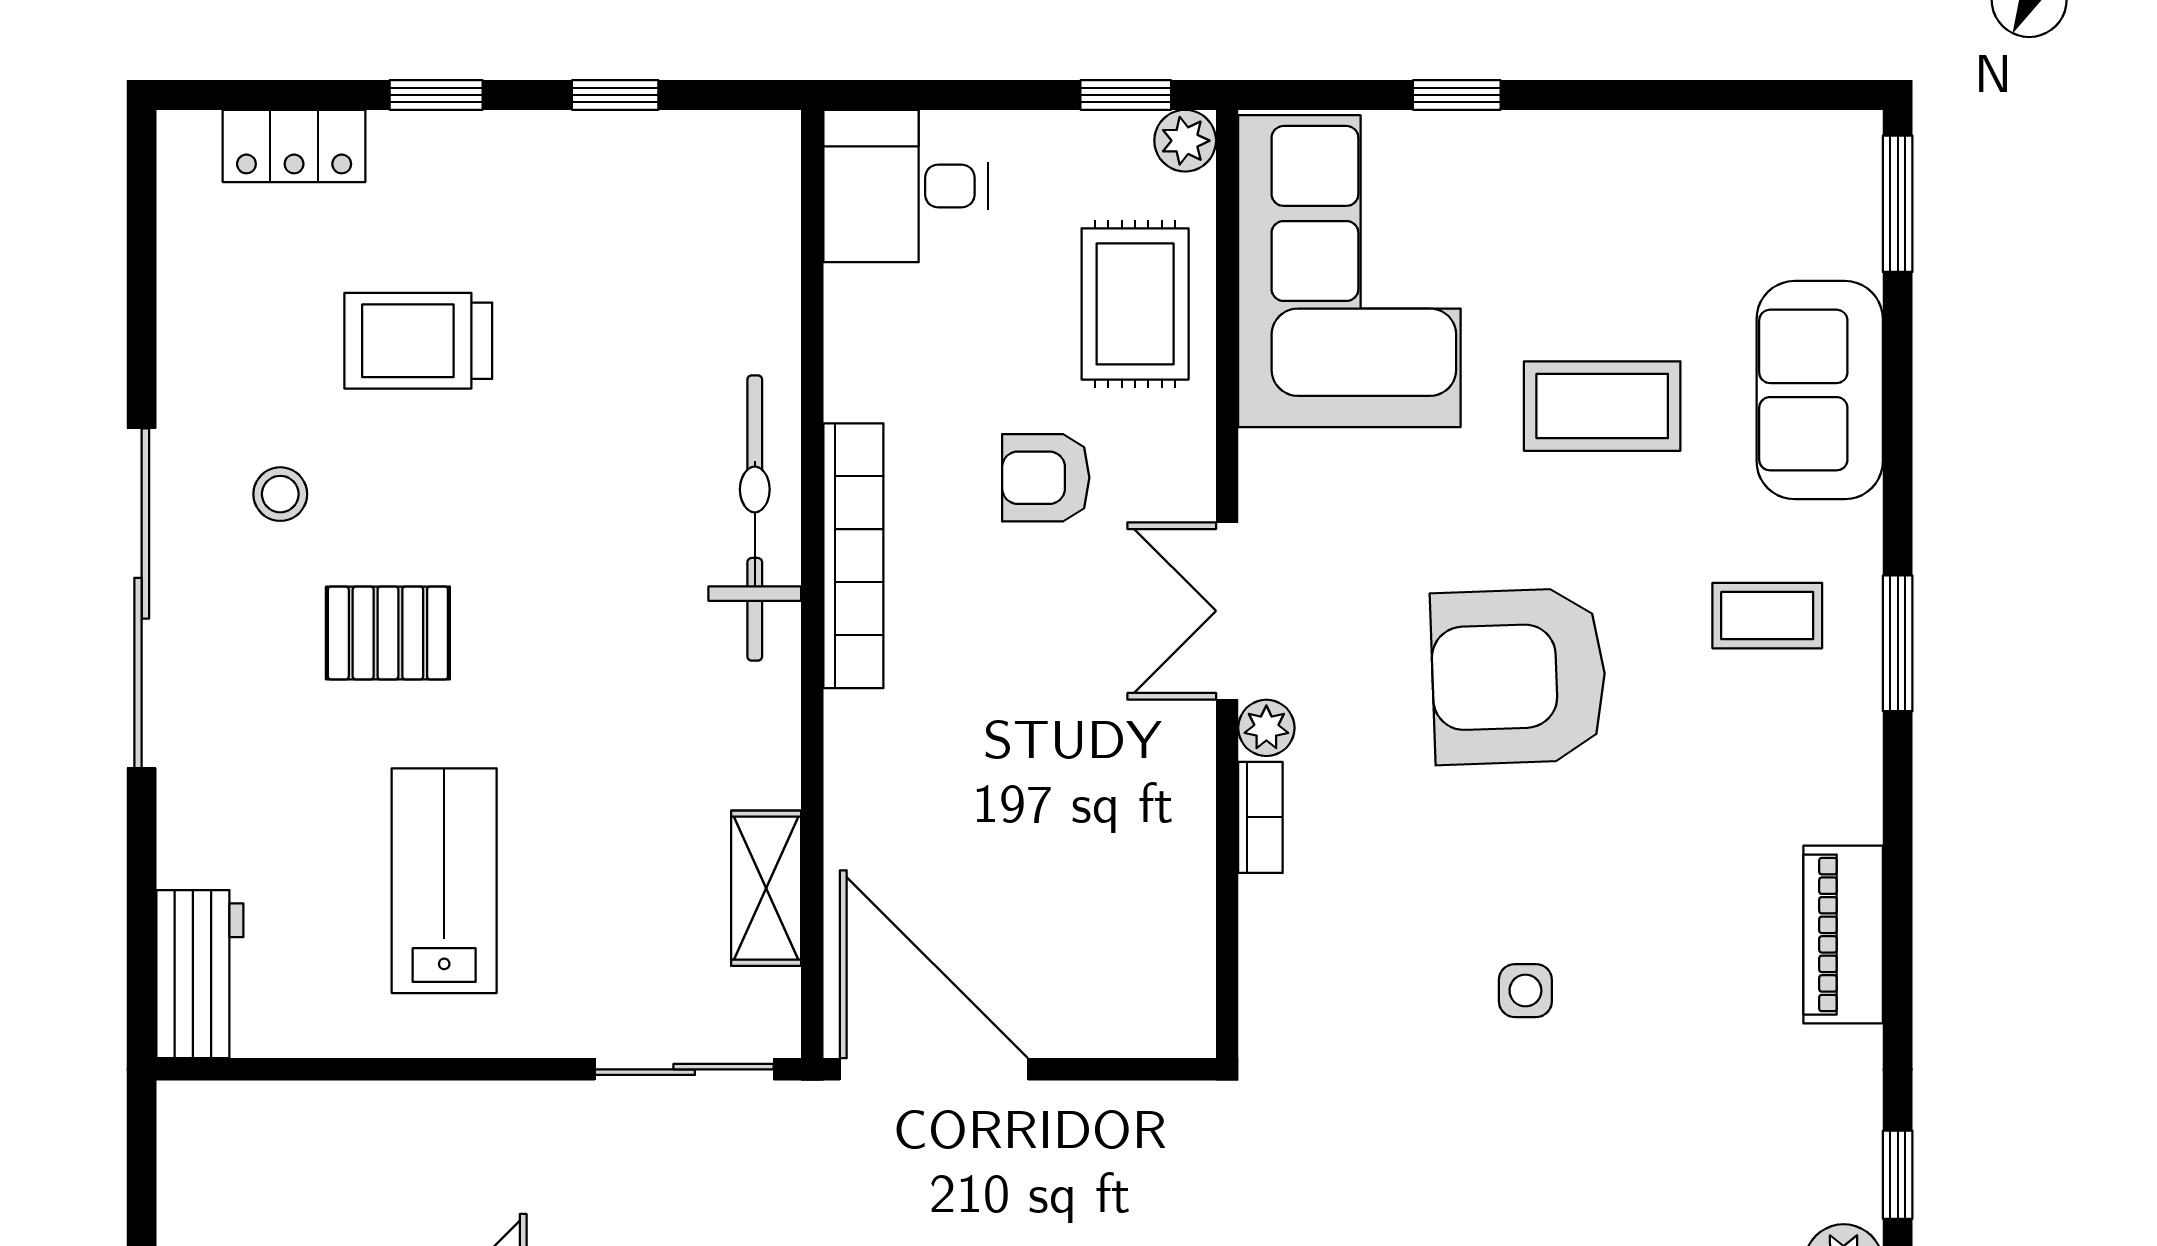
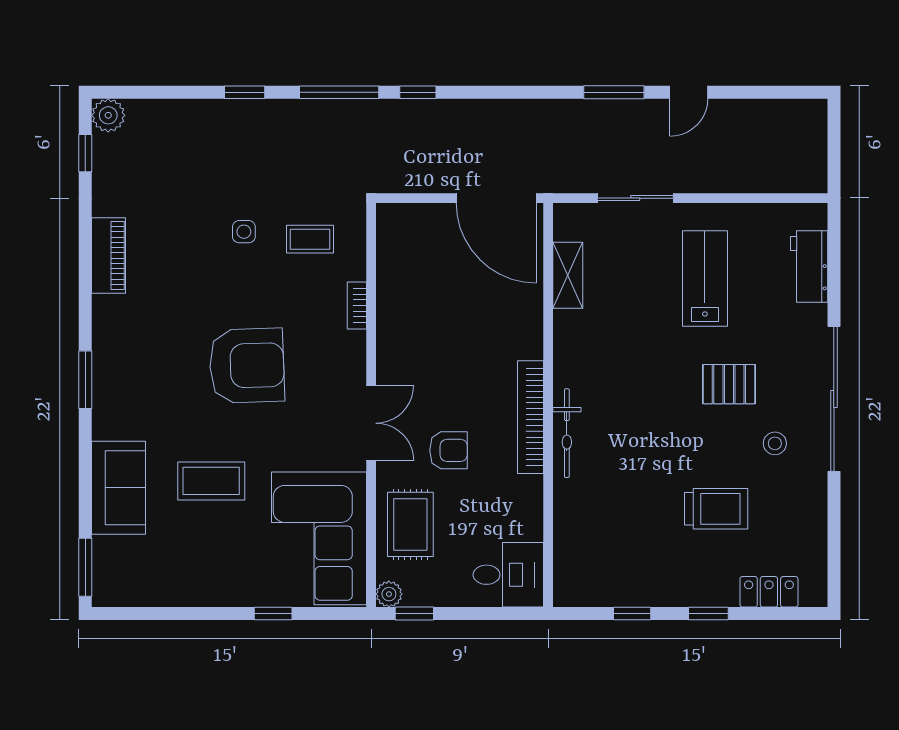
bicycle: (755, 518) -> (567, 433), width x0.73, depth x0.71
double door: (1227, 611) -> (371, 423), moved
coffee table: (1767, 616) -> (310, 239), moved
plant: (1266, 728) -> (354, 344), removed
lab bench: (444, 881) -> (705, 279), turned 180
workbench: (200, 974) -> (809, 266), moved
sliding door: (684, 1069) -> (635, 198), moved

